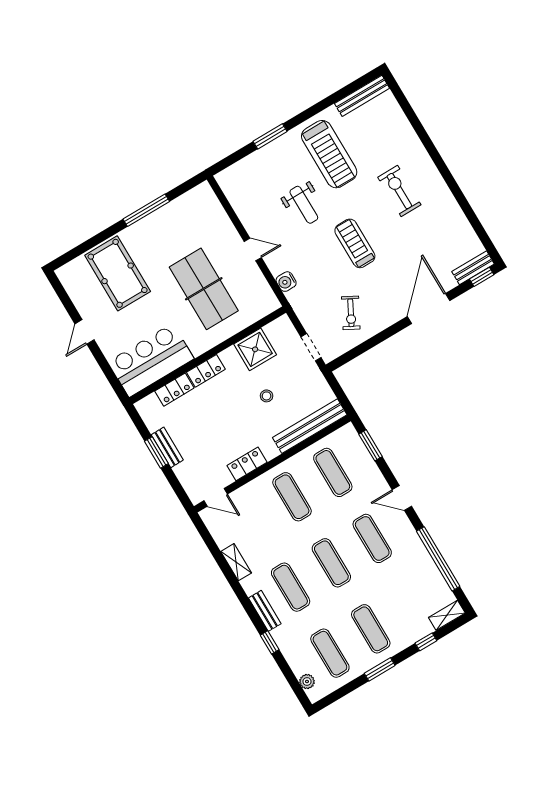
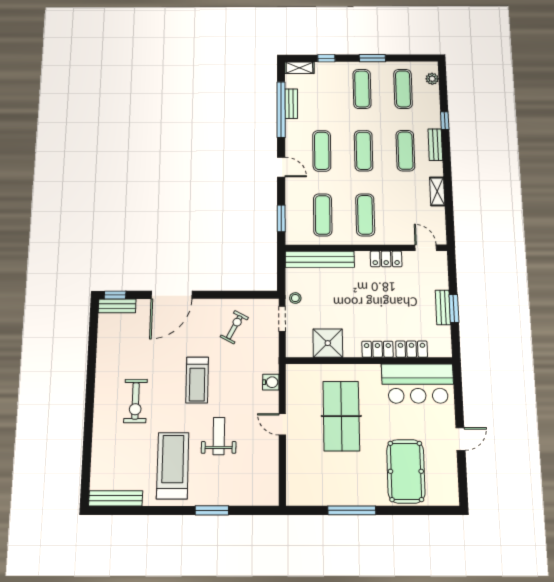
stool: (267, 396) -> (295, 298), moved
bench: (432, 571) -> (291, 104), added

